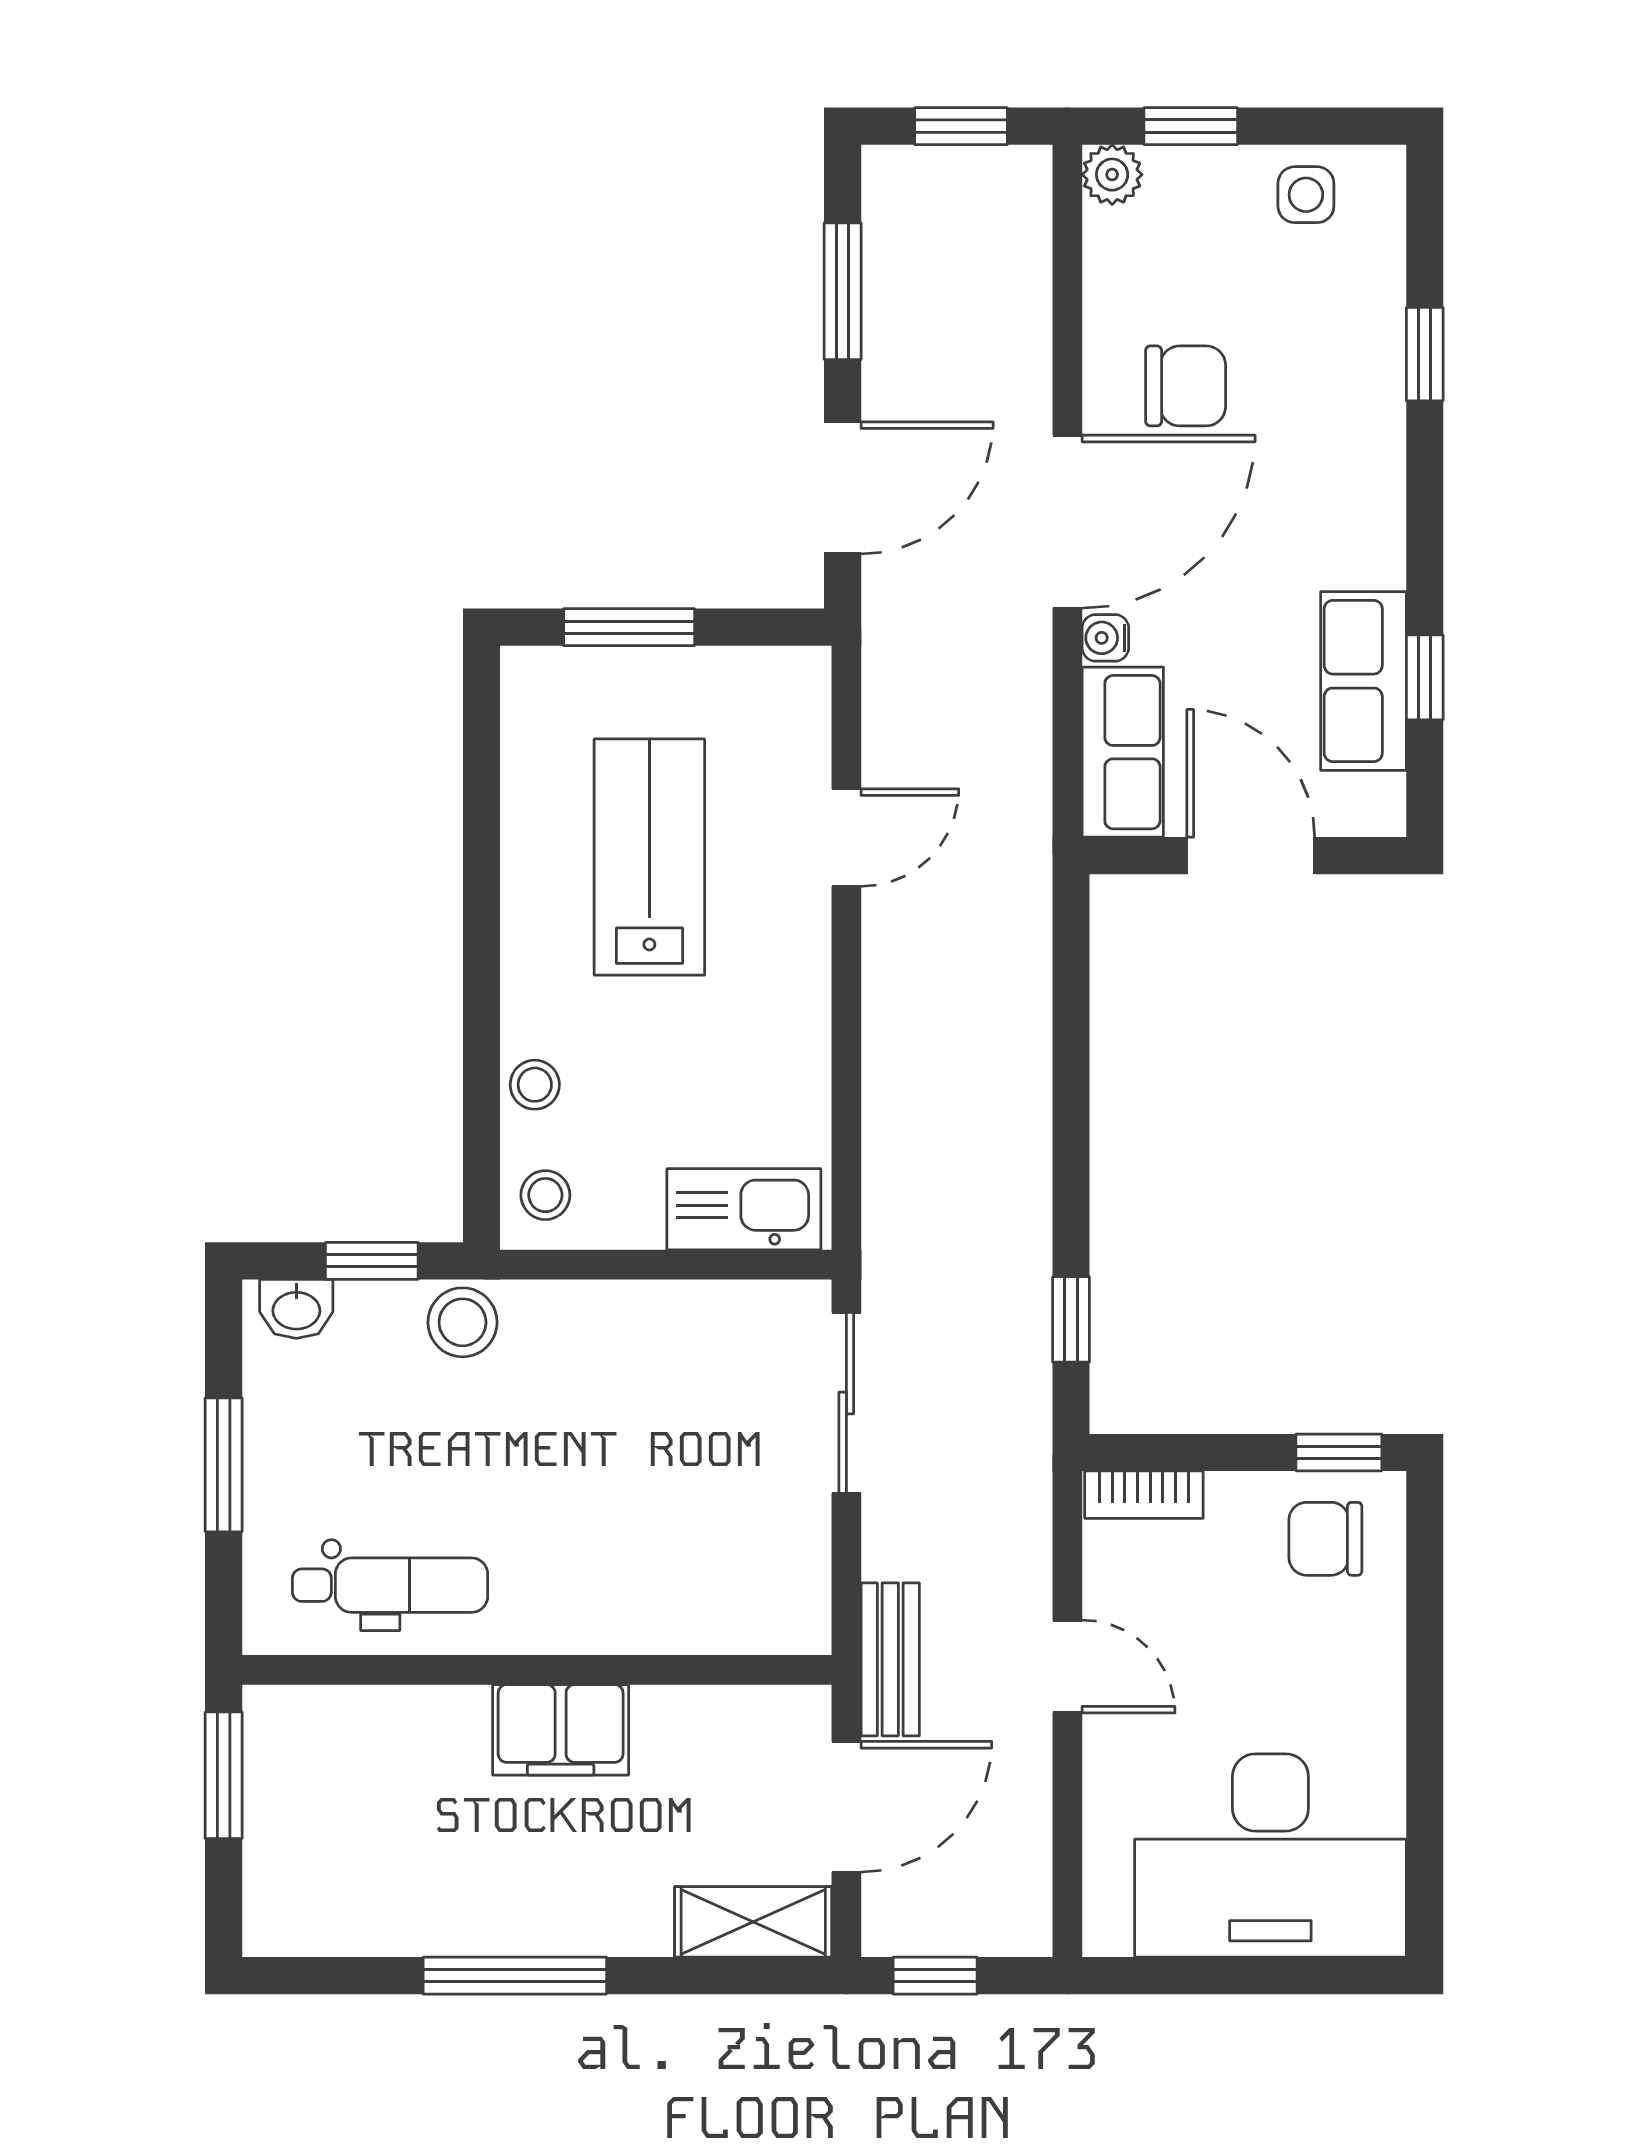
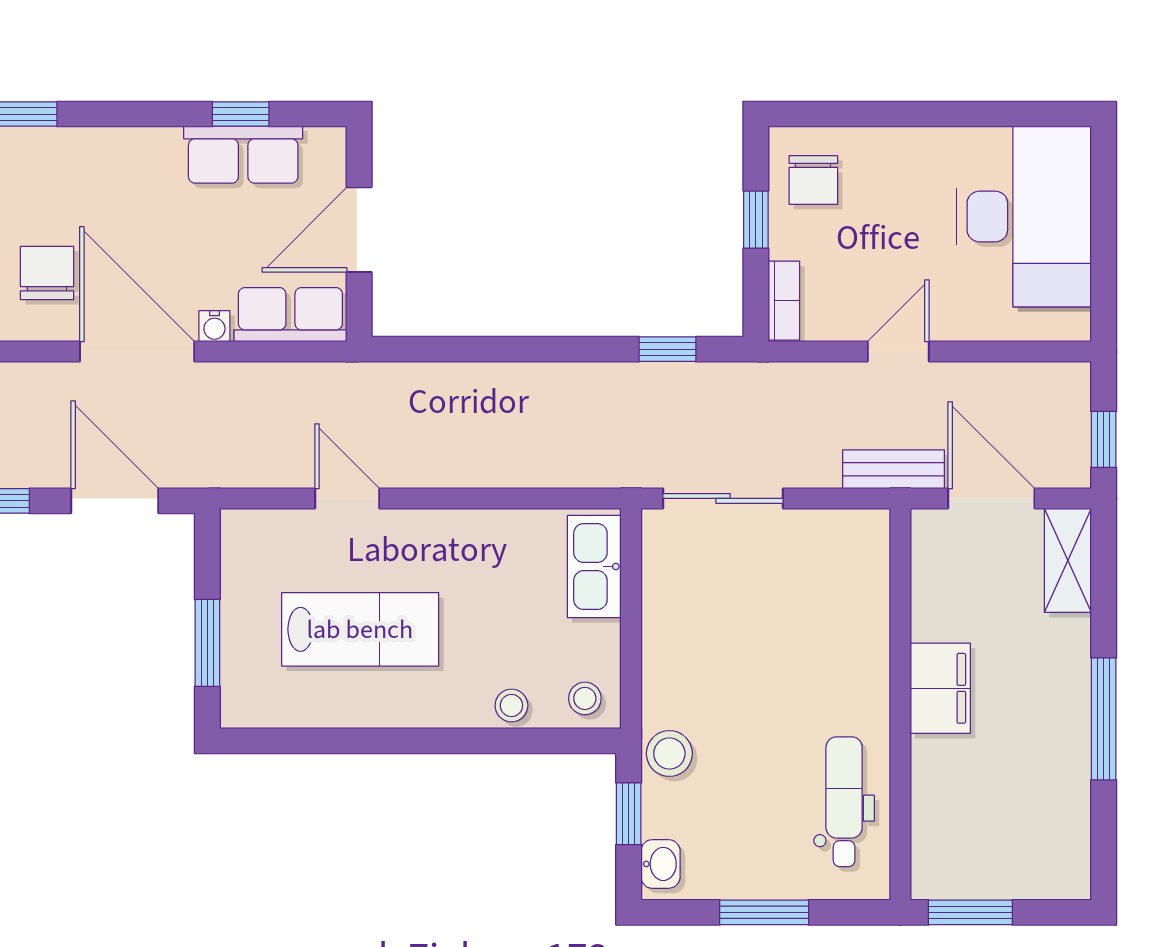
lab bench: (649, 857) -> (360, 629), turned 180
window: (1339, 1452) -> (756, 220), moved

